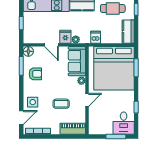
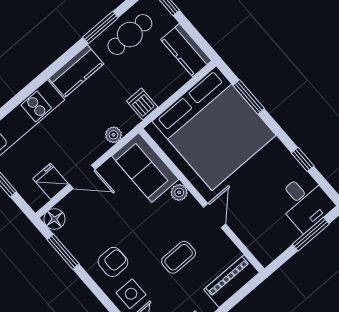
fridge: (65, 37) -> (51, 181), moved
armchair: (35, 74) -> (113, 262), moved

